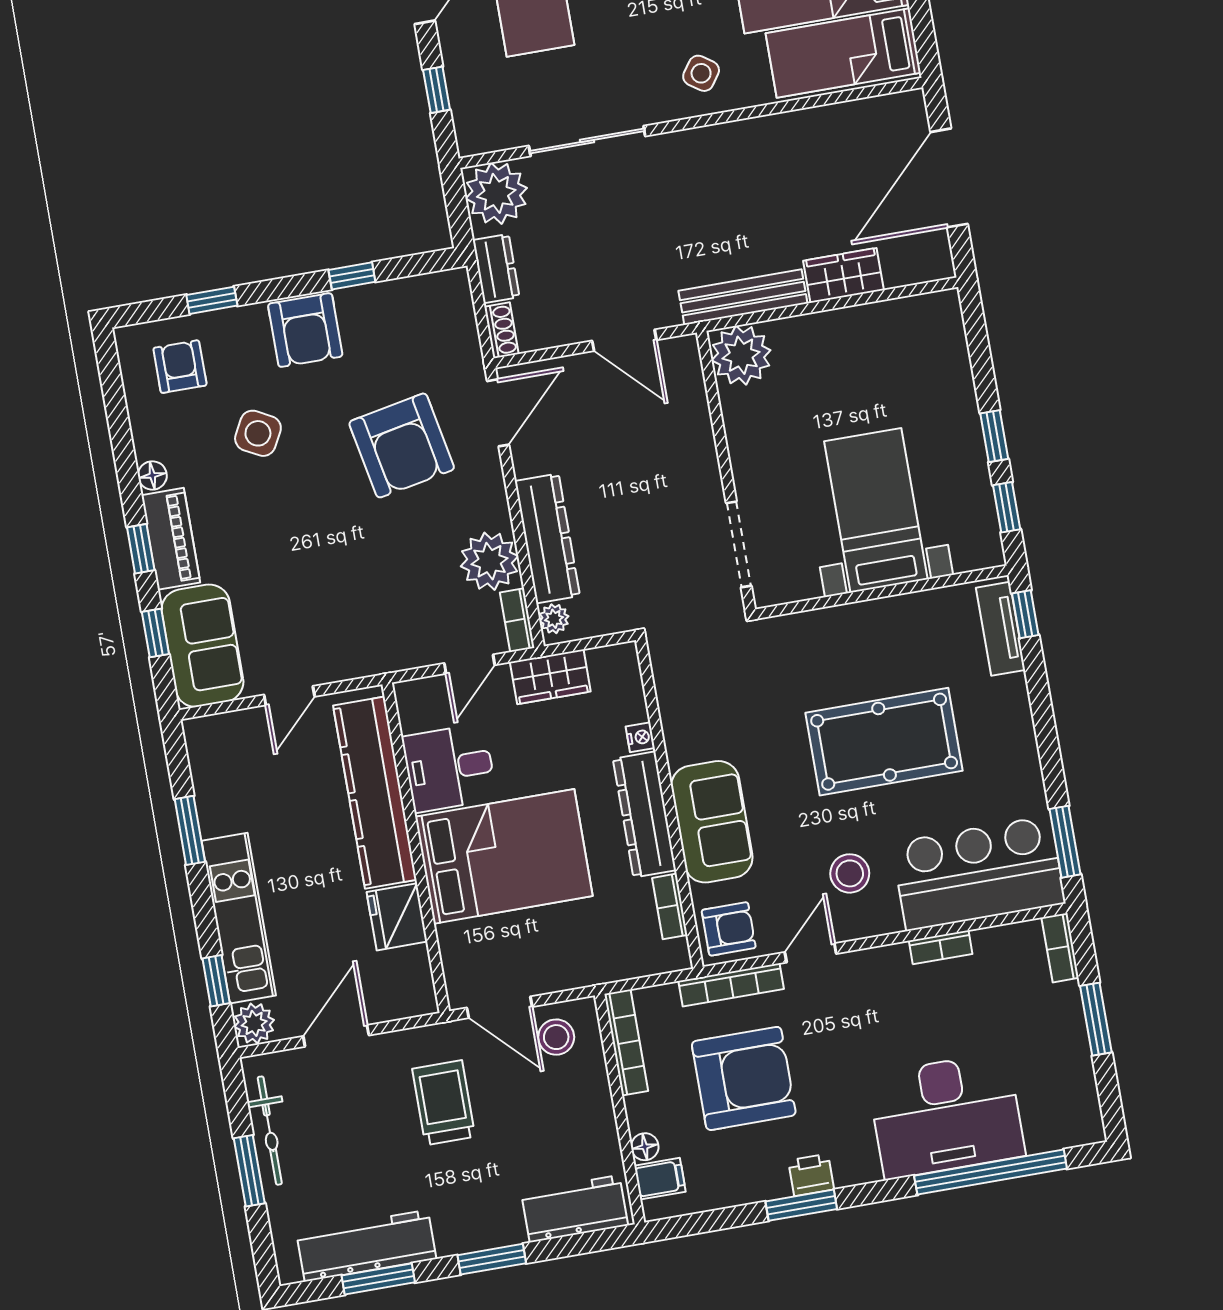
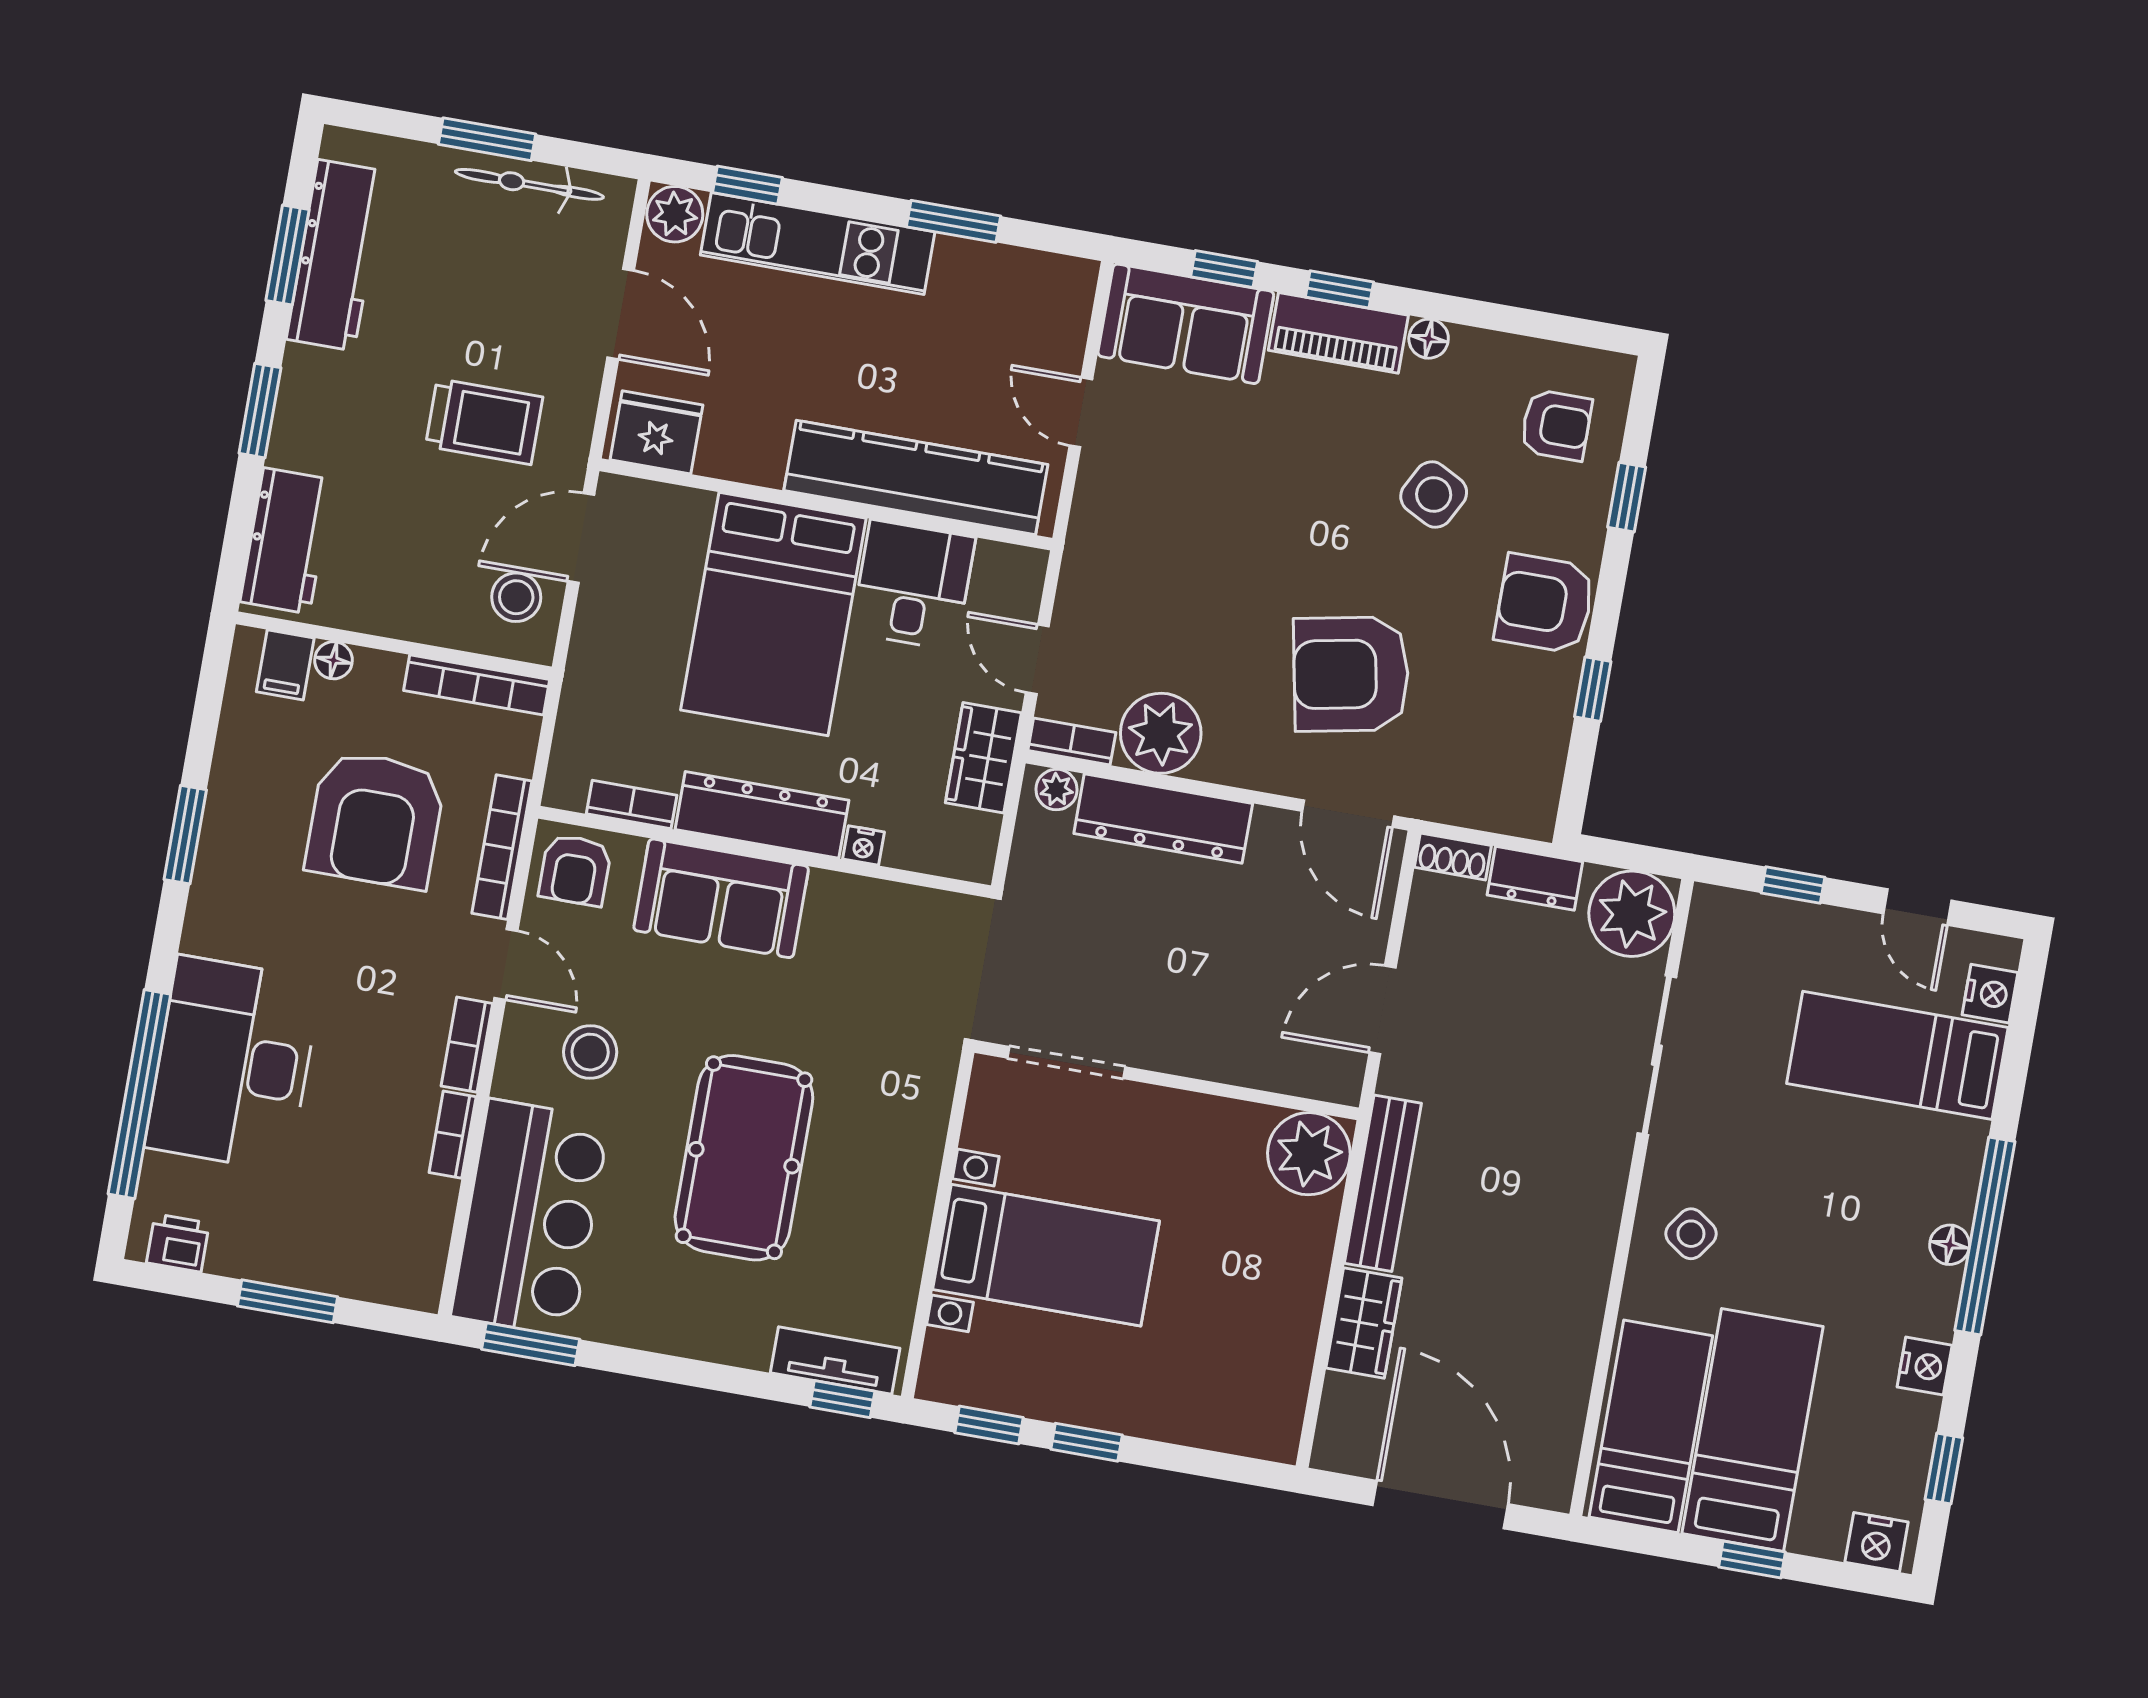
fridge: (397, 917) -> (656, 432), moved
bookcase: (1060, 948) -> (467, 1045), moved, turned -90
printer: (811, 1175) -> (178, 1243), moved, turned -90

